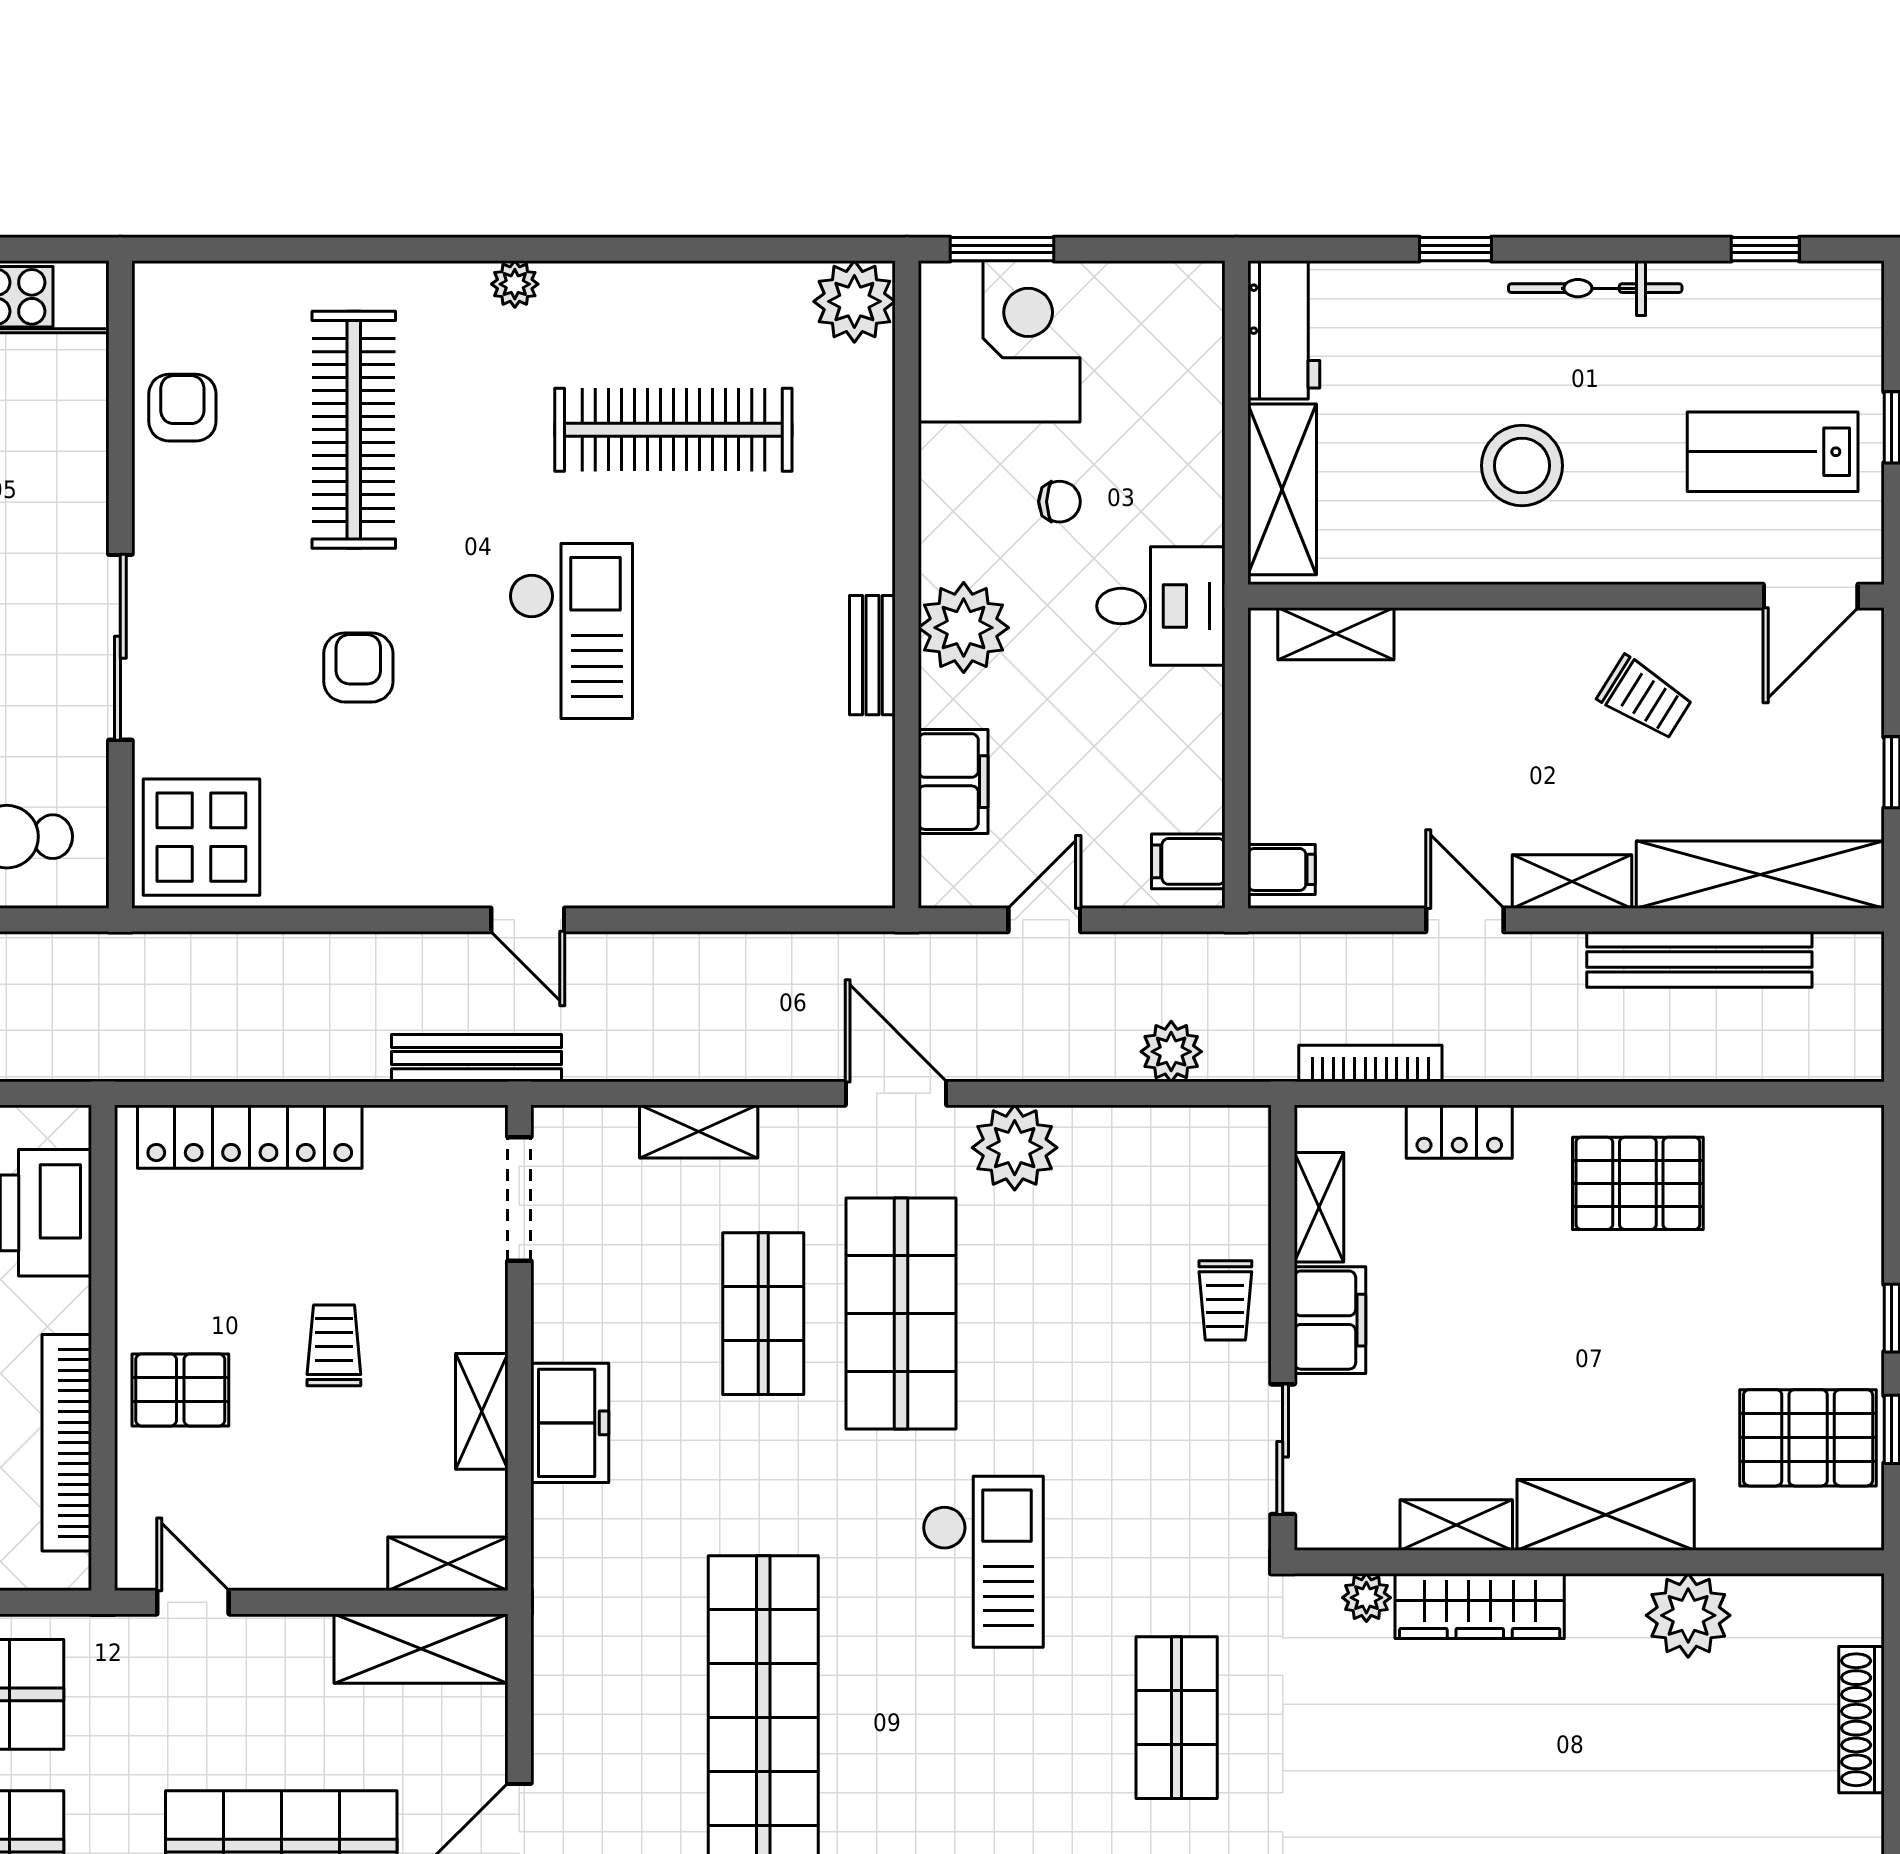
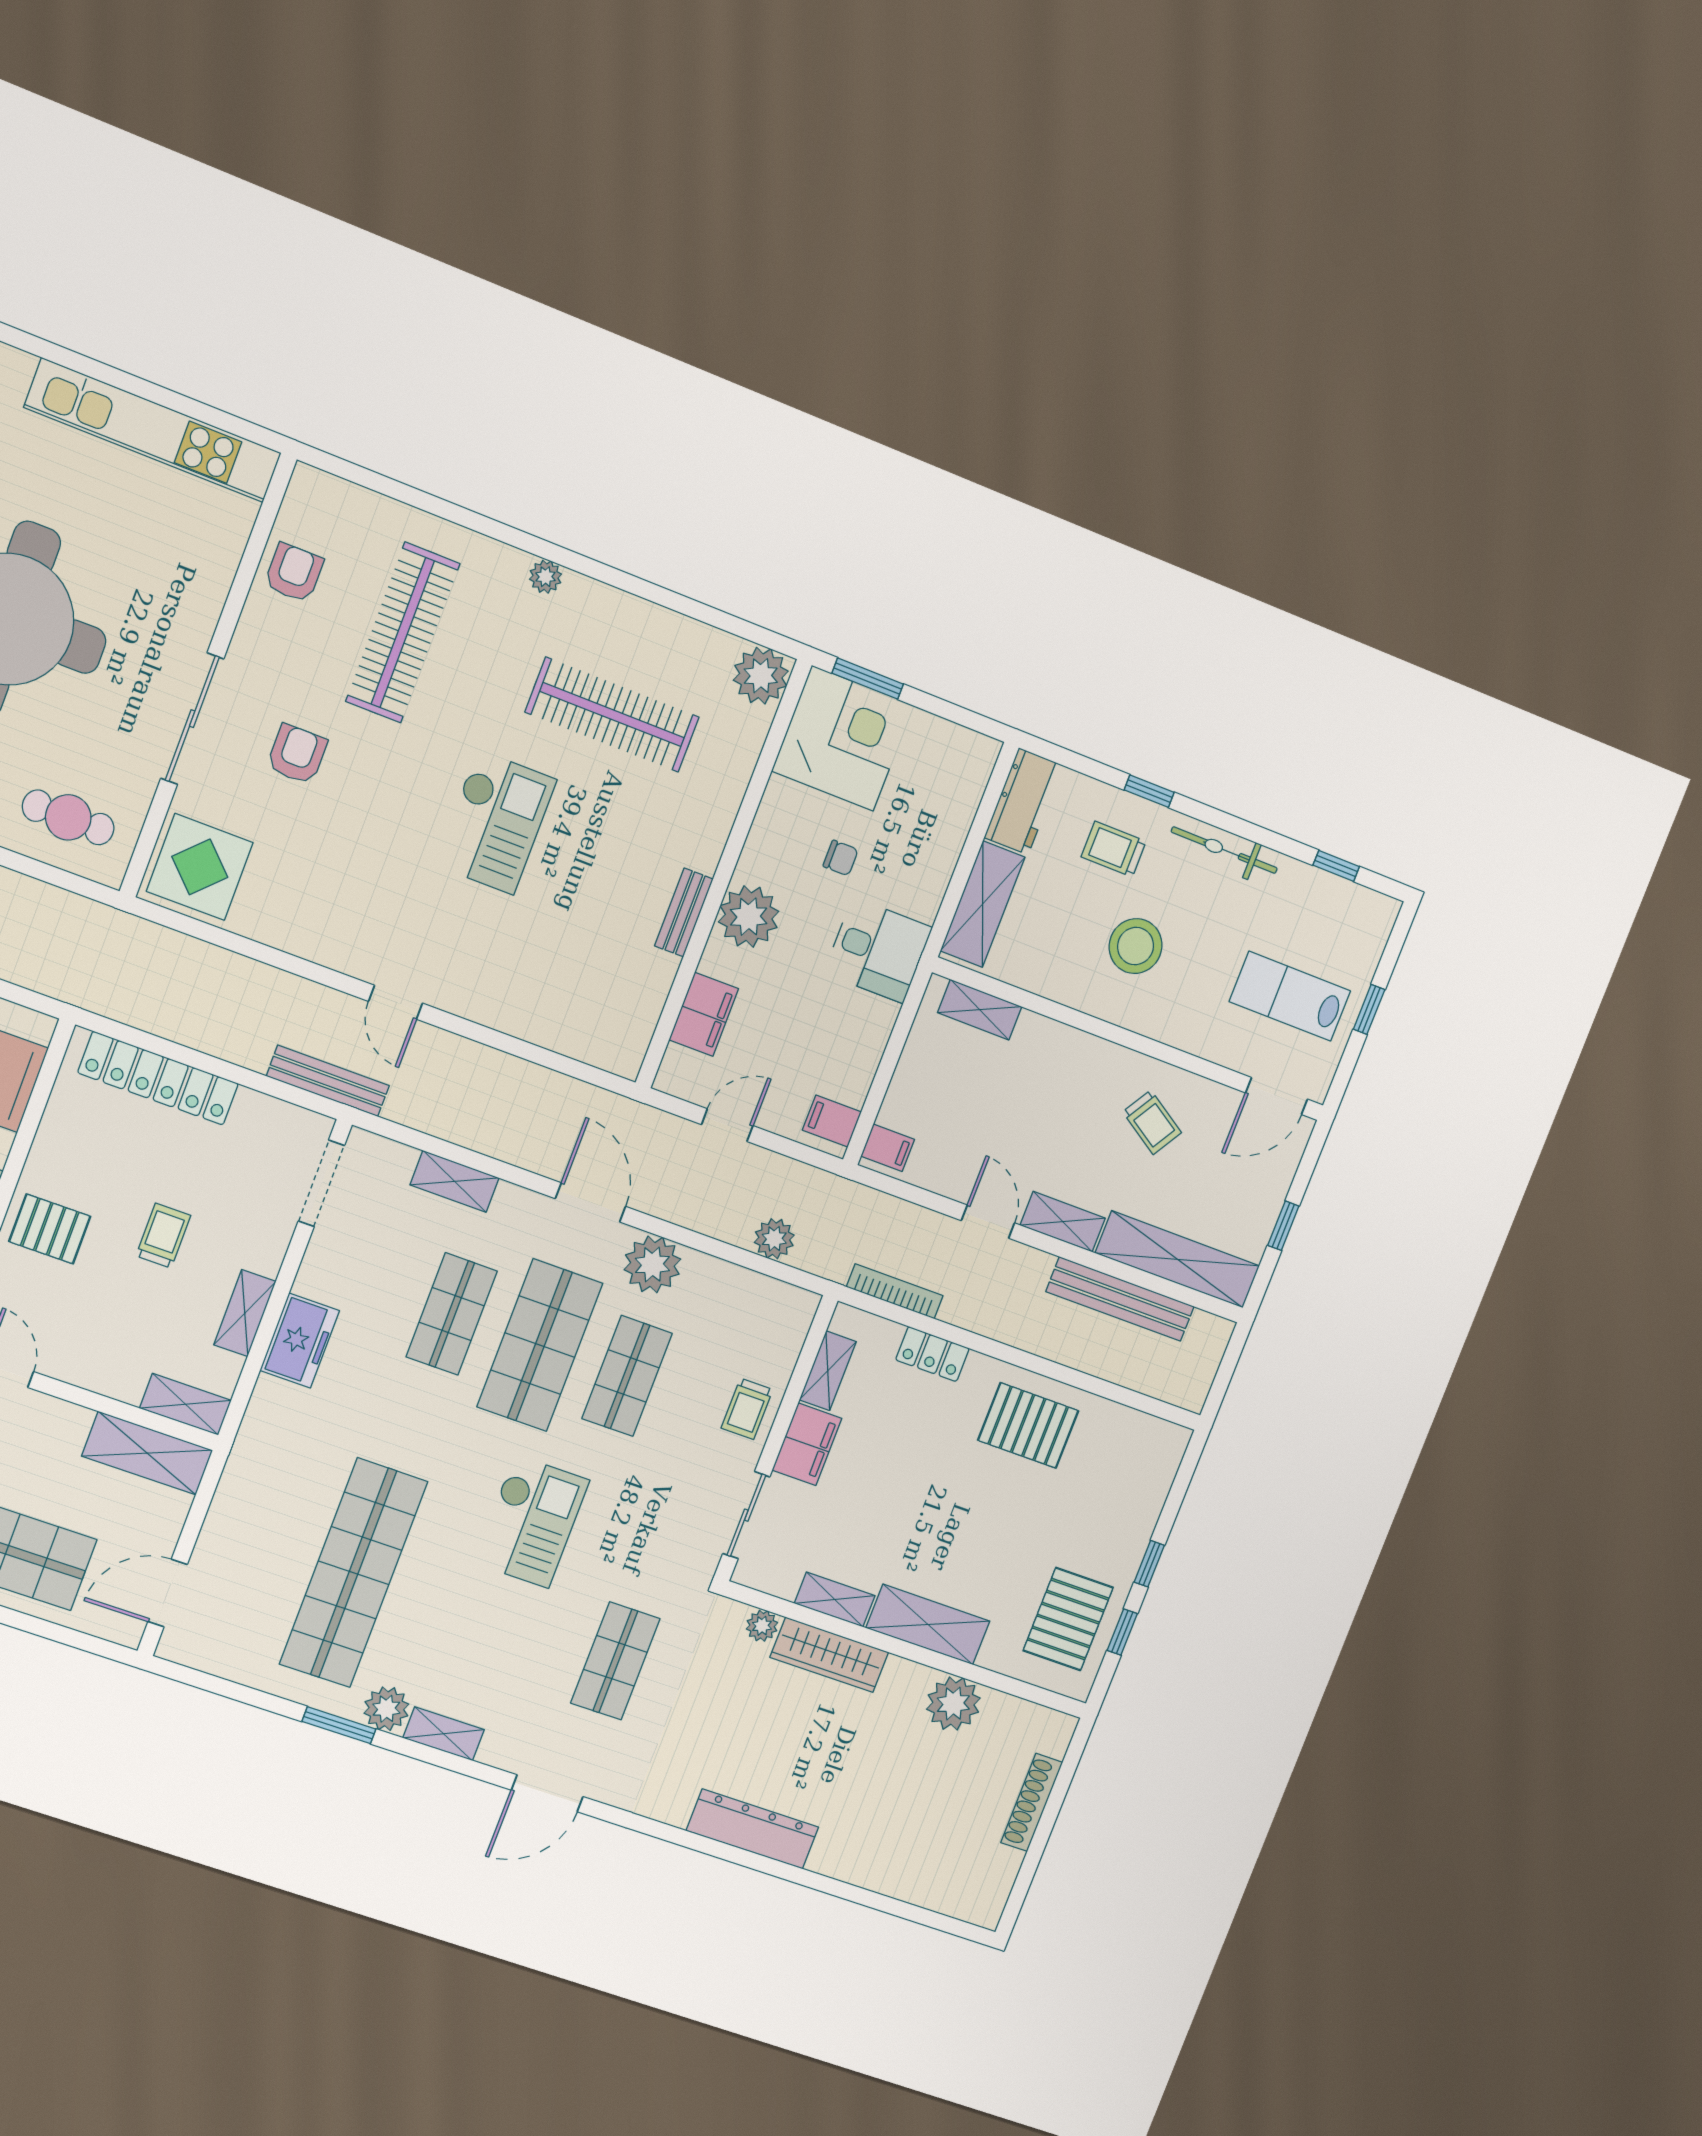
trolley: (1437, 346) -> (1114, 849), added
armchair: (358, 667) -> (297, 754), moved
shop shelf: (1039, 1314) -> (627, 1376), added
pallet: (1808, 1438) -> (1068, 1619), turned 90

